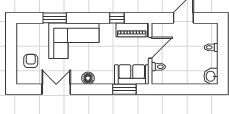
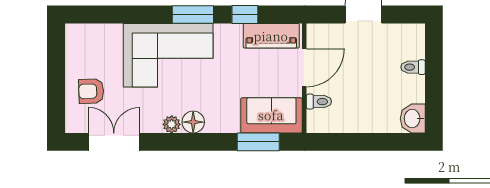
window: (55, 18) -> (193, 14), moved
armchair: (31, 61) -> (91, 91), turned -92
plant: (76, 79) -> (172, 124), added
double door: (56, 89) -> (114, 142), moved

